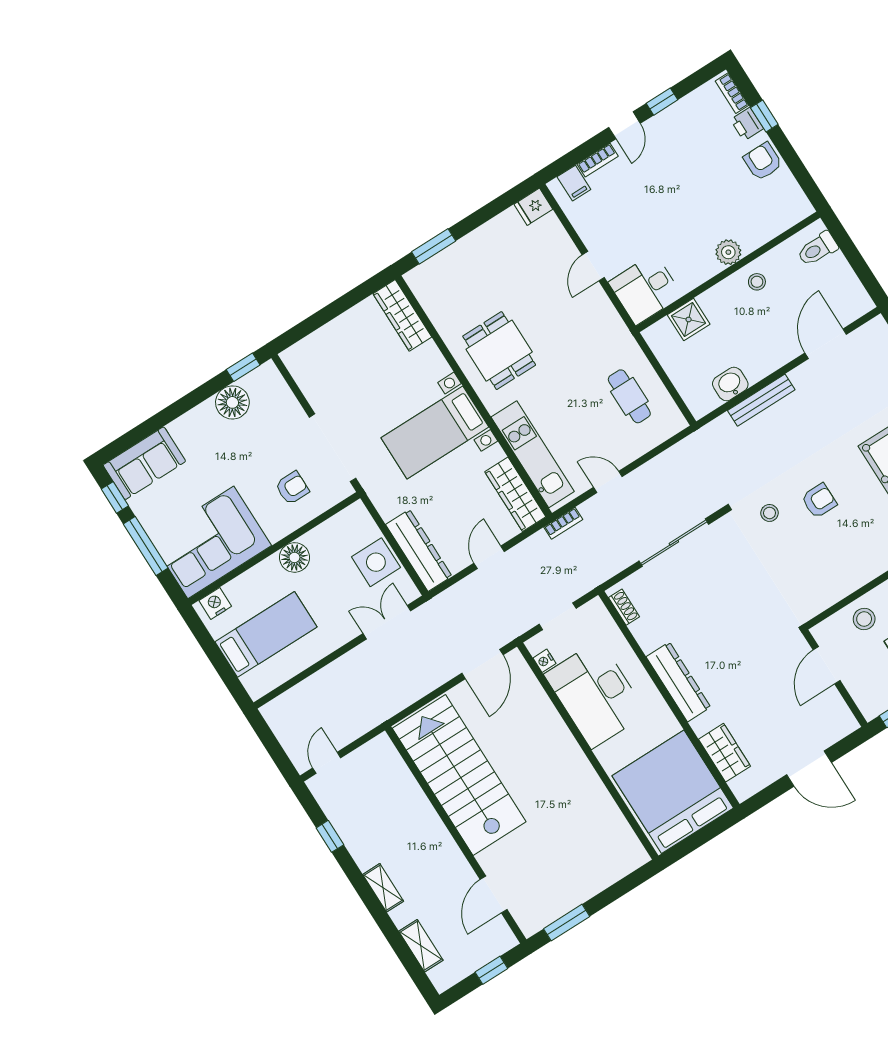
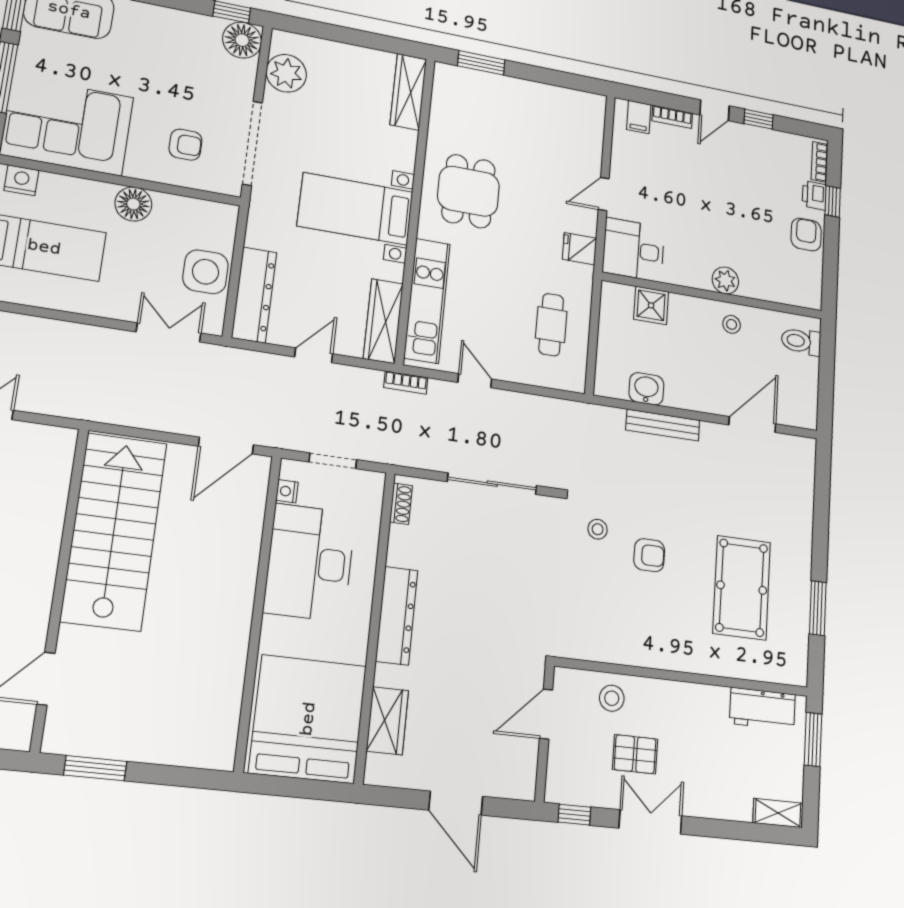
fridge: (533, 207) -> (580, 249), moved
plant: (313, 378) -> (286, 73), added
floor lamp: (232, 402) -> (242, 40), moved

